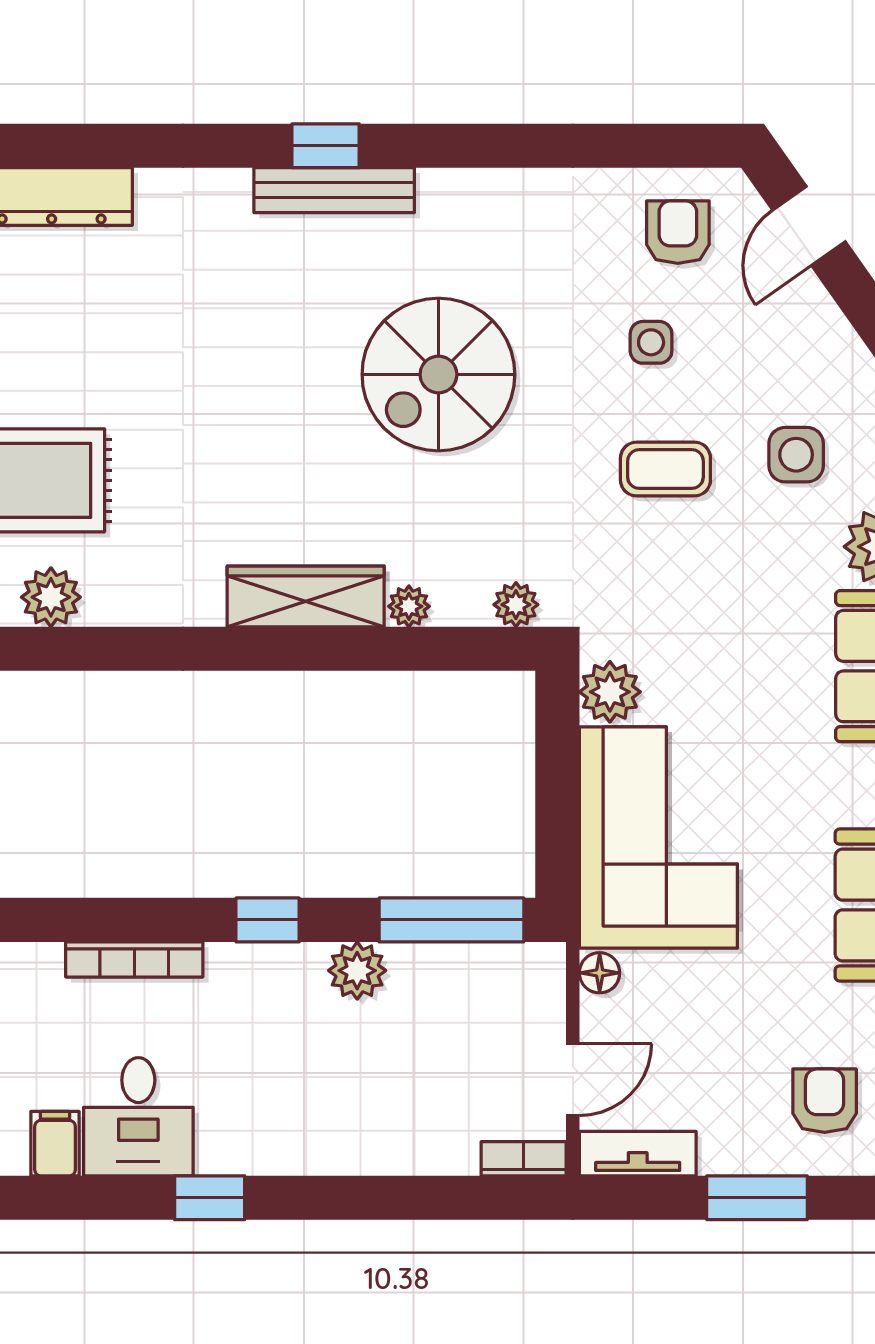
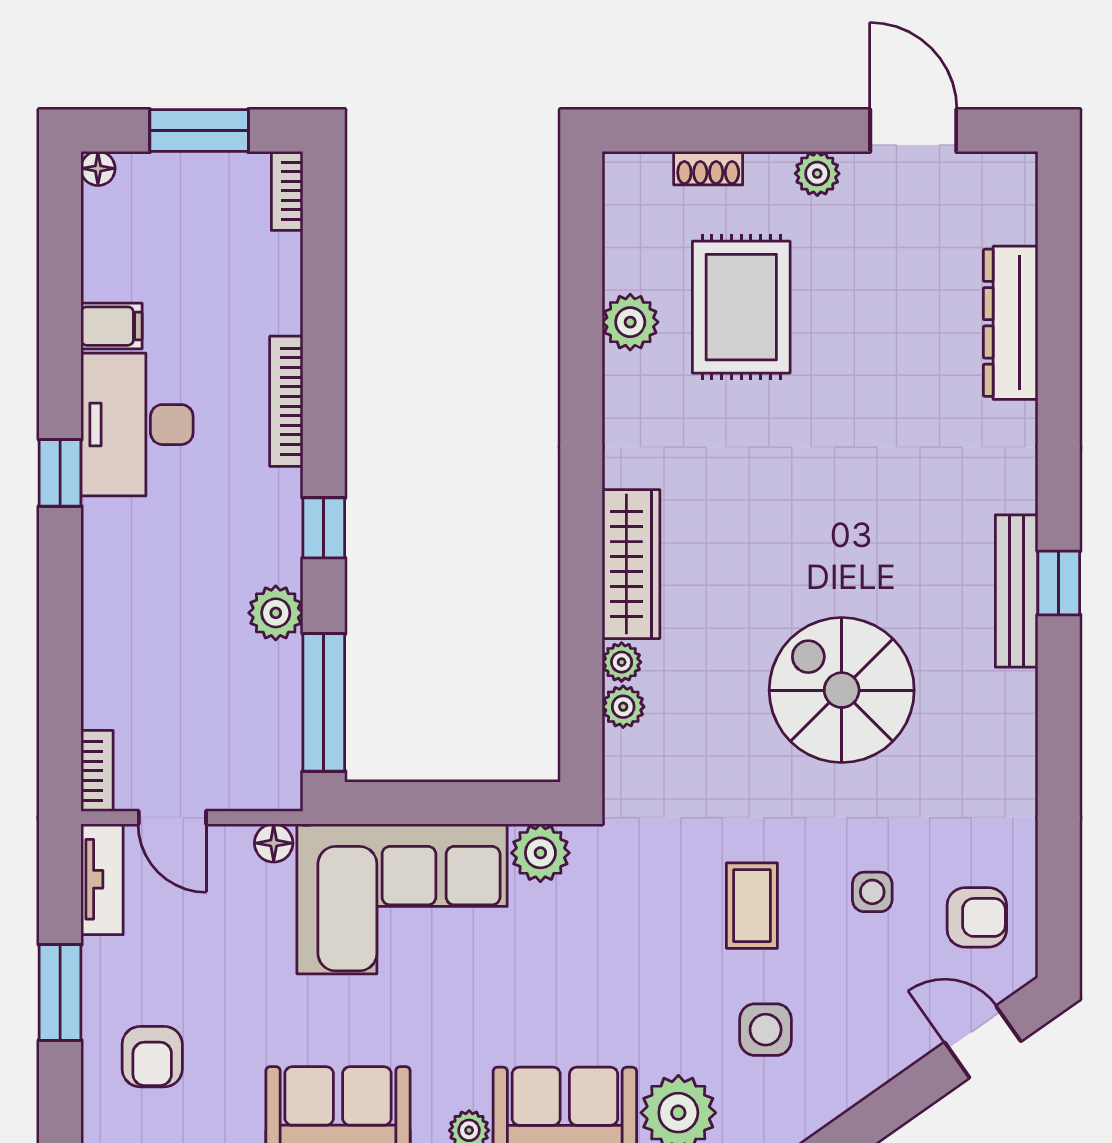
plant: (516, 605) -> (623, 707), moved
armchair: (825, 1101) -> (152, 1057), turned 90
desk: (138, 1117) -> (137, 425), width x1.37

